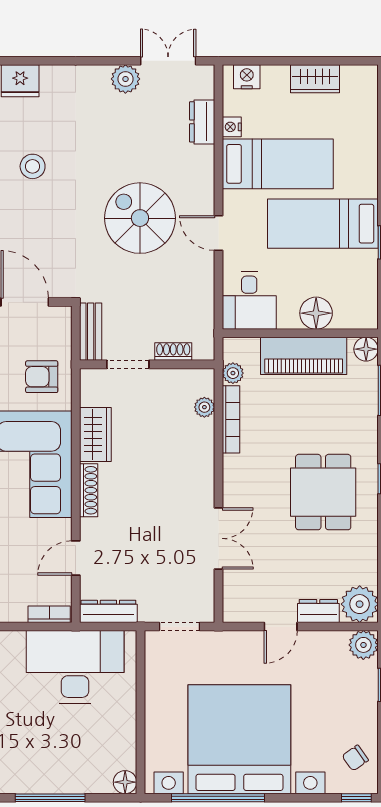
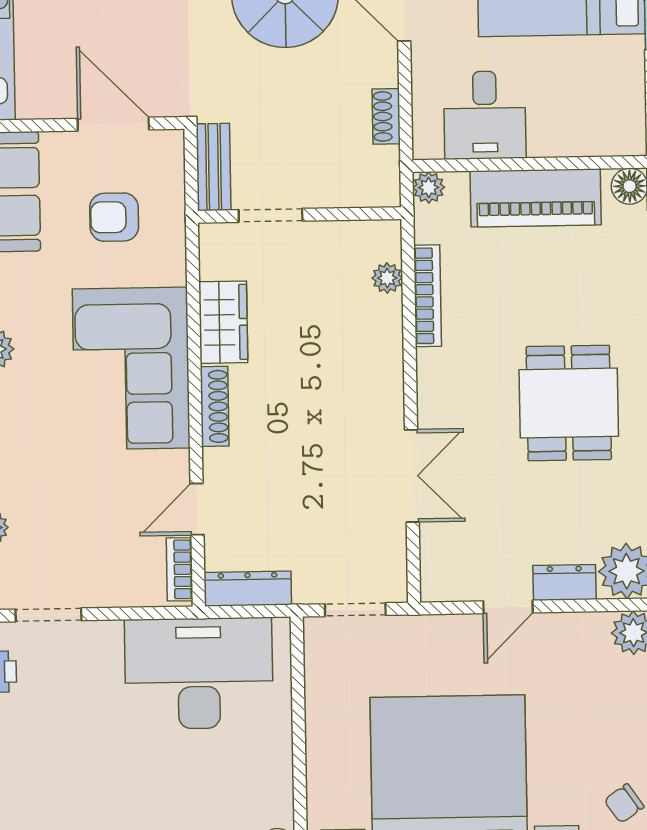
desk: (249, 300) -> (485, 115), moved
floor lamp: (316, 313) -> (553, 133), removed
shoe rack: (173, 352) -> (386, 116), moved, turned -90
plant: (233, 373) -> (429, 187), moved
armchair: (42, 377) -> (114, 217), moved
bookcase: (49, 614) -> (179, 569), moved, turned -90

